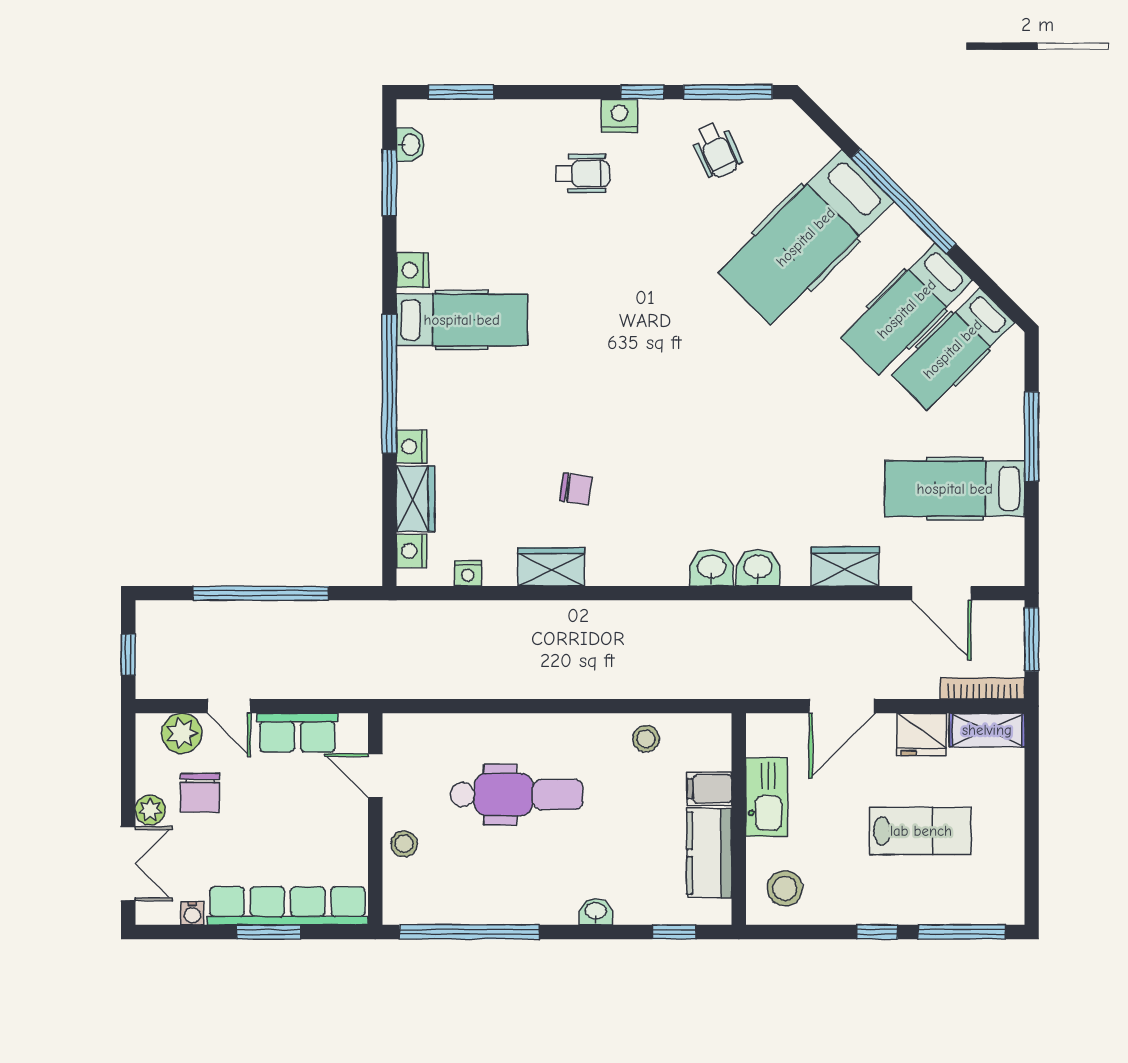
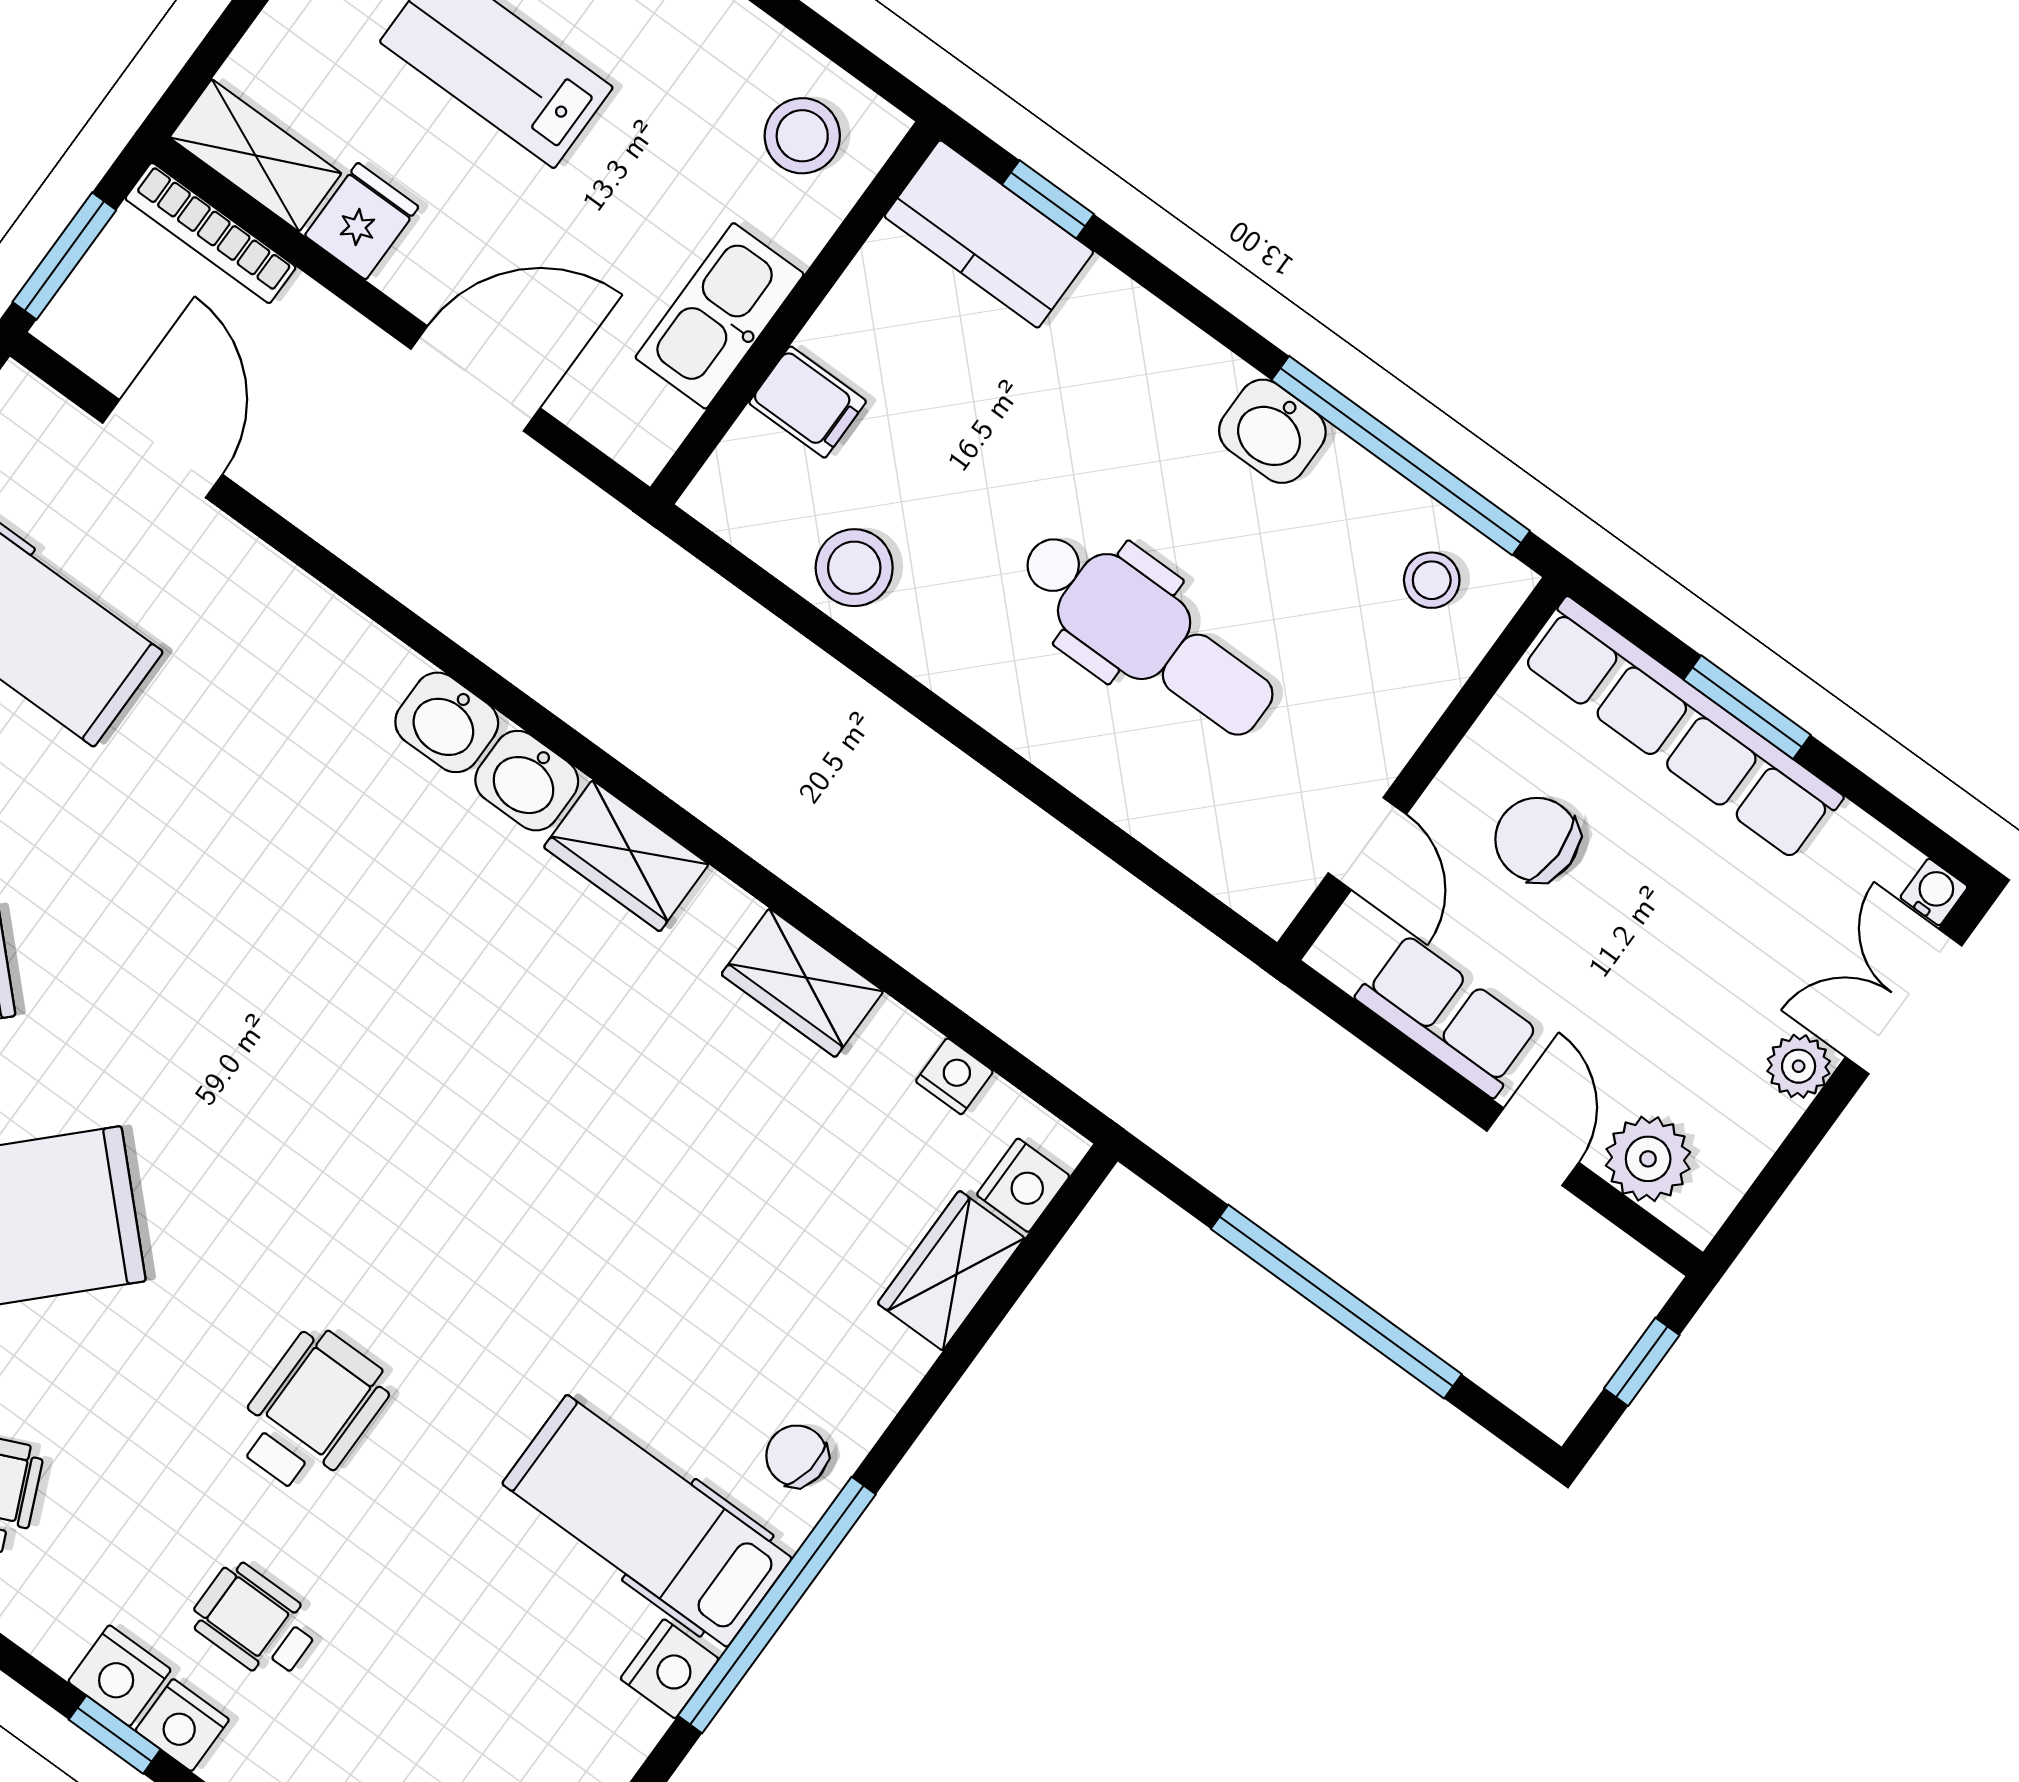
window: (642, 92) -> (115, 1735), moved
wheelchair: (620, 269) -> (311, 1411), added
window: (389, 384) -> (777, 1605), moved
nightstand: (412, 447) -> (182, 1725), moved, turned 90
chair: (576, 489) -> (797, 1456), moved
wardrobe: (845, 567) -> (626, 856), moved
fridge: (922, 734) -> (362, 221), width x0.72
stool: (646, 739) -> (854, 568), width x1.37, depth x1.37
chair: (200, 793) -> (1537, 839), moved, turned -90
dental chair: (517, 795) -> (1147, 633), turned 180
stool: (404, 844) -> (1432, 580), moved
kitchen counter: (709, 853) -> (989, 234), moved, turned 90
washbasin: (596, 912) -> (1272, 431), moved, width x1.38, depth x1.45
water cooler: (192, 913) -> (1934, 892), moved

